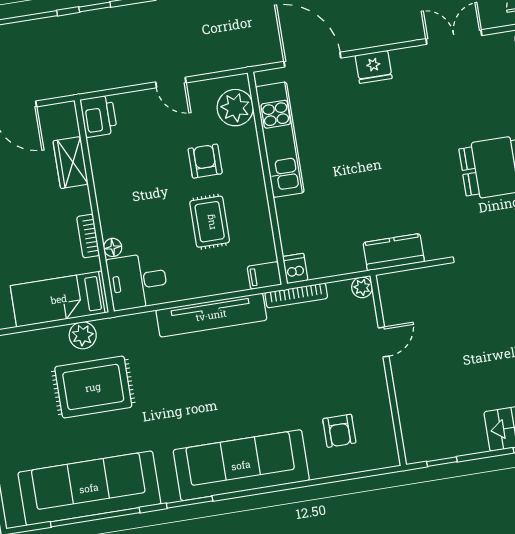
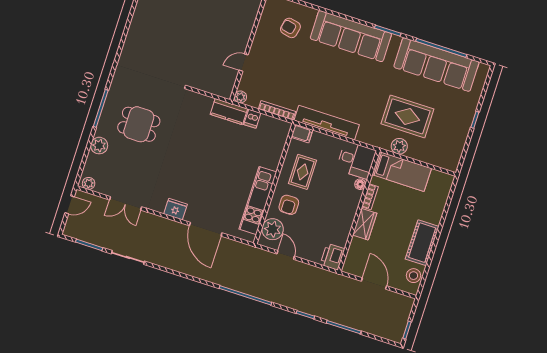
plant: (235, 108) -> (273, 229), moved
kitchen unit: (280, 140) -> (258, 201), moved
wardrobe: (71, 163) -> (365, 224), moved
wall: (267, 178) -> (275, 184), moved
kitchen counter: (394, 252) -> (229, 112), moved
dishwasher: (295, 269) -> (252, 119), moved
filing cabinet: (265, 276) -> (302, 134), moved
armchair: (339, 431) -> (290, 28), turned -78

